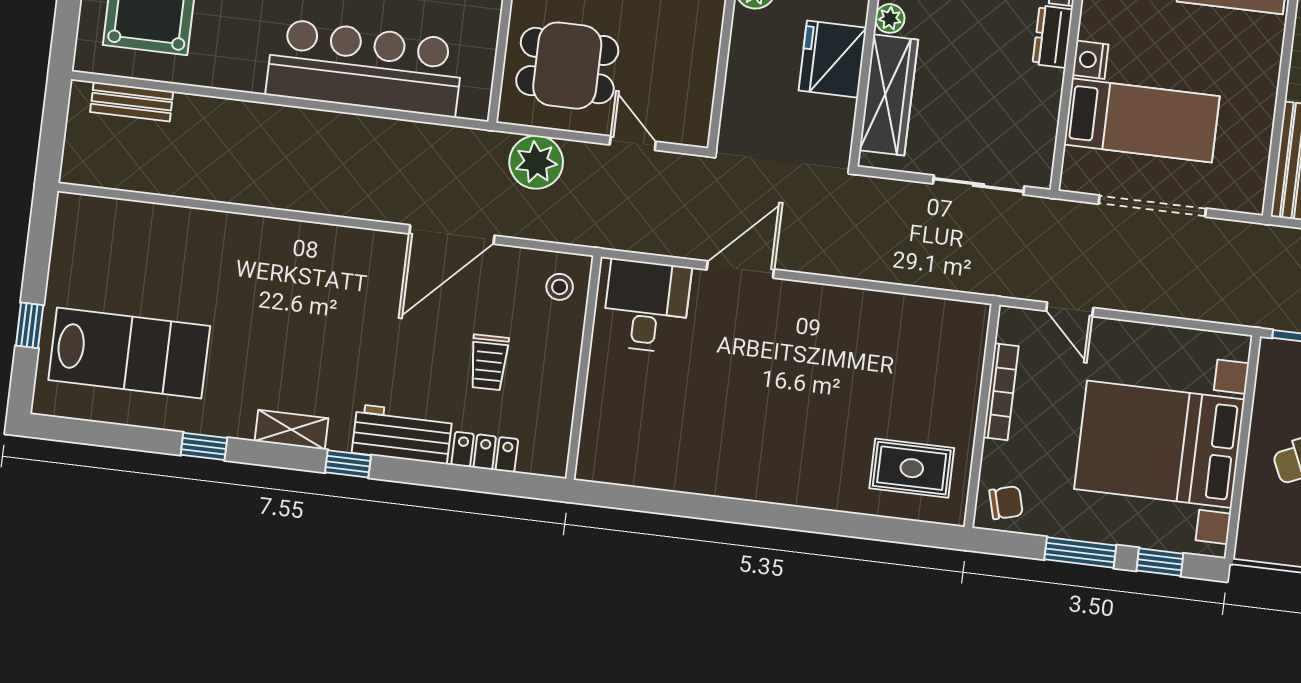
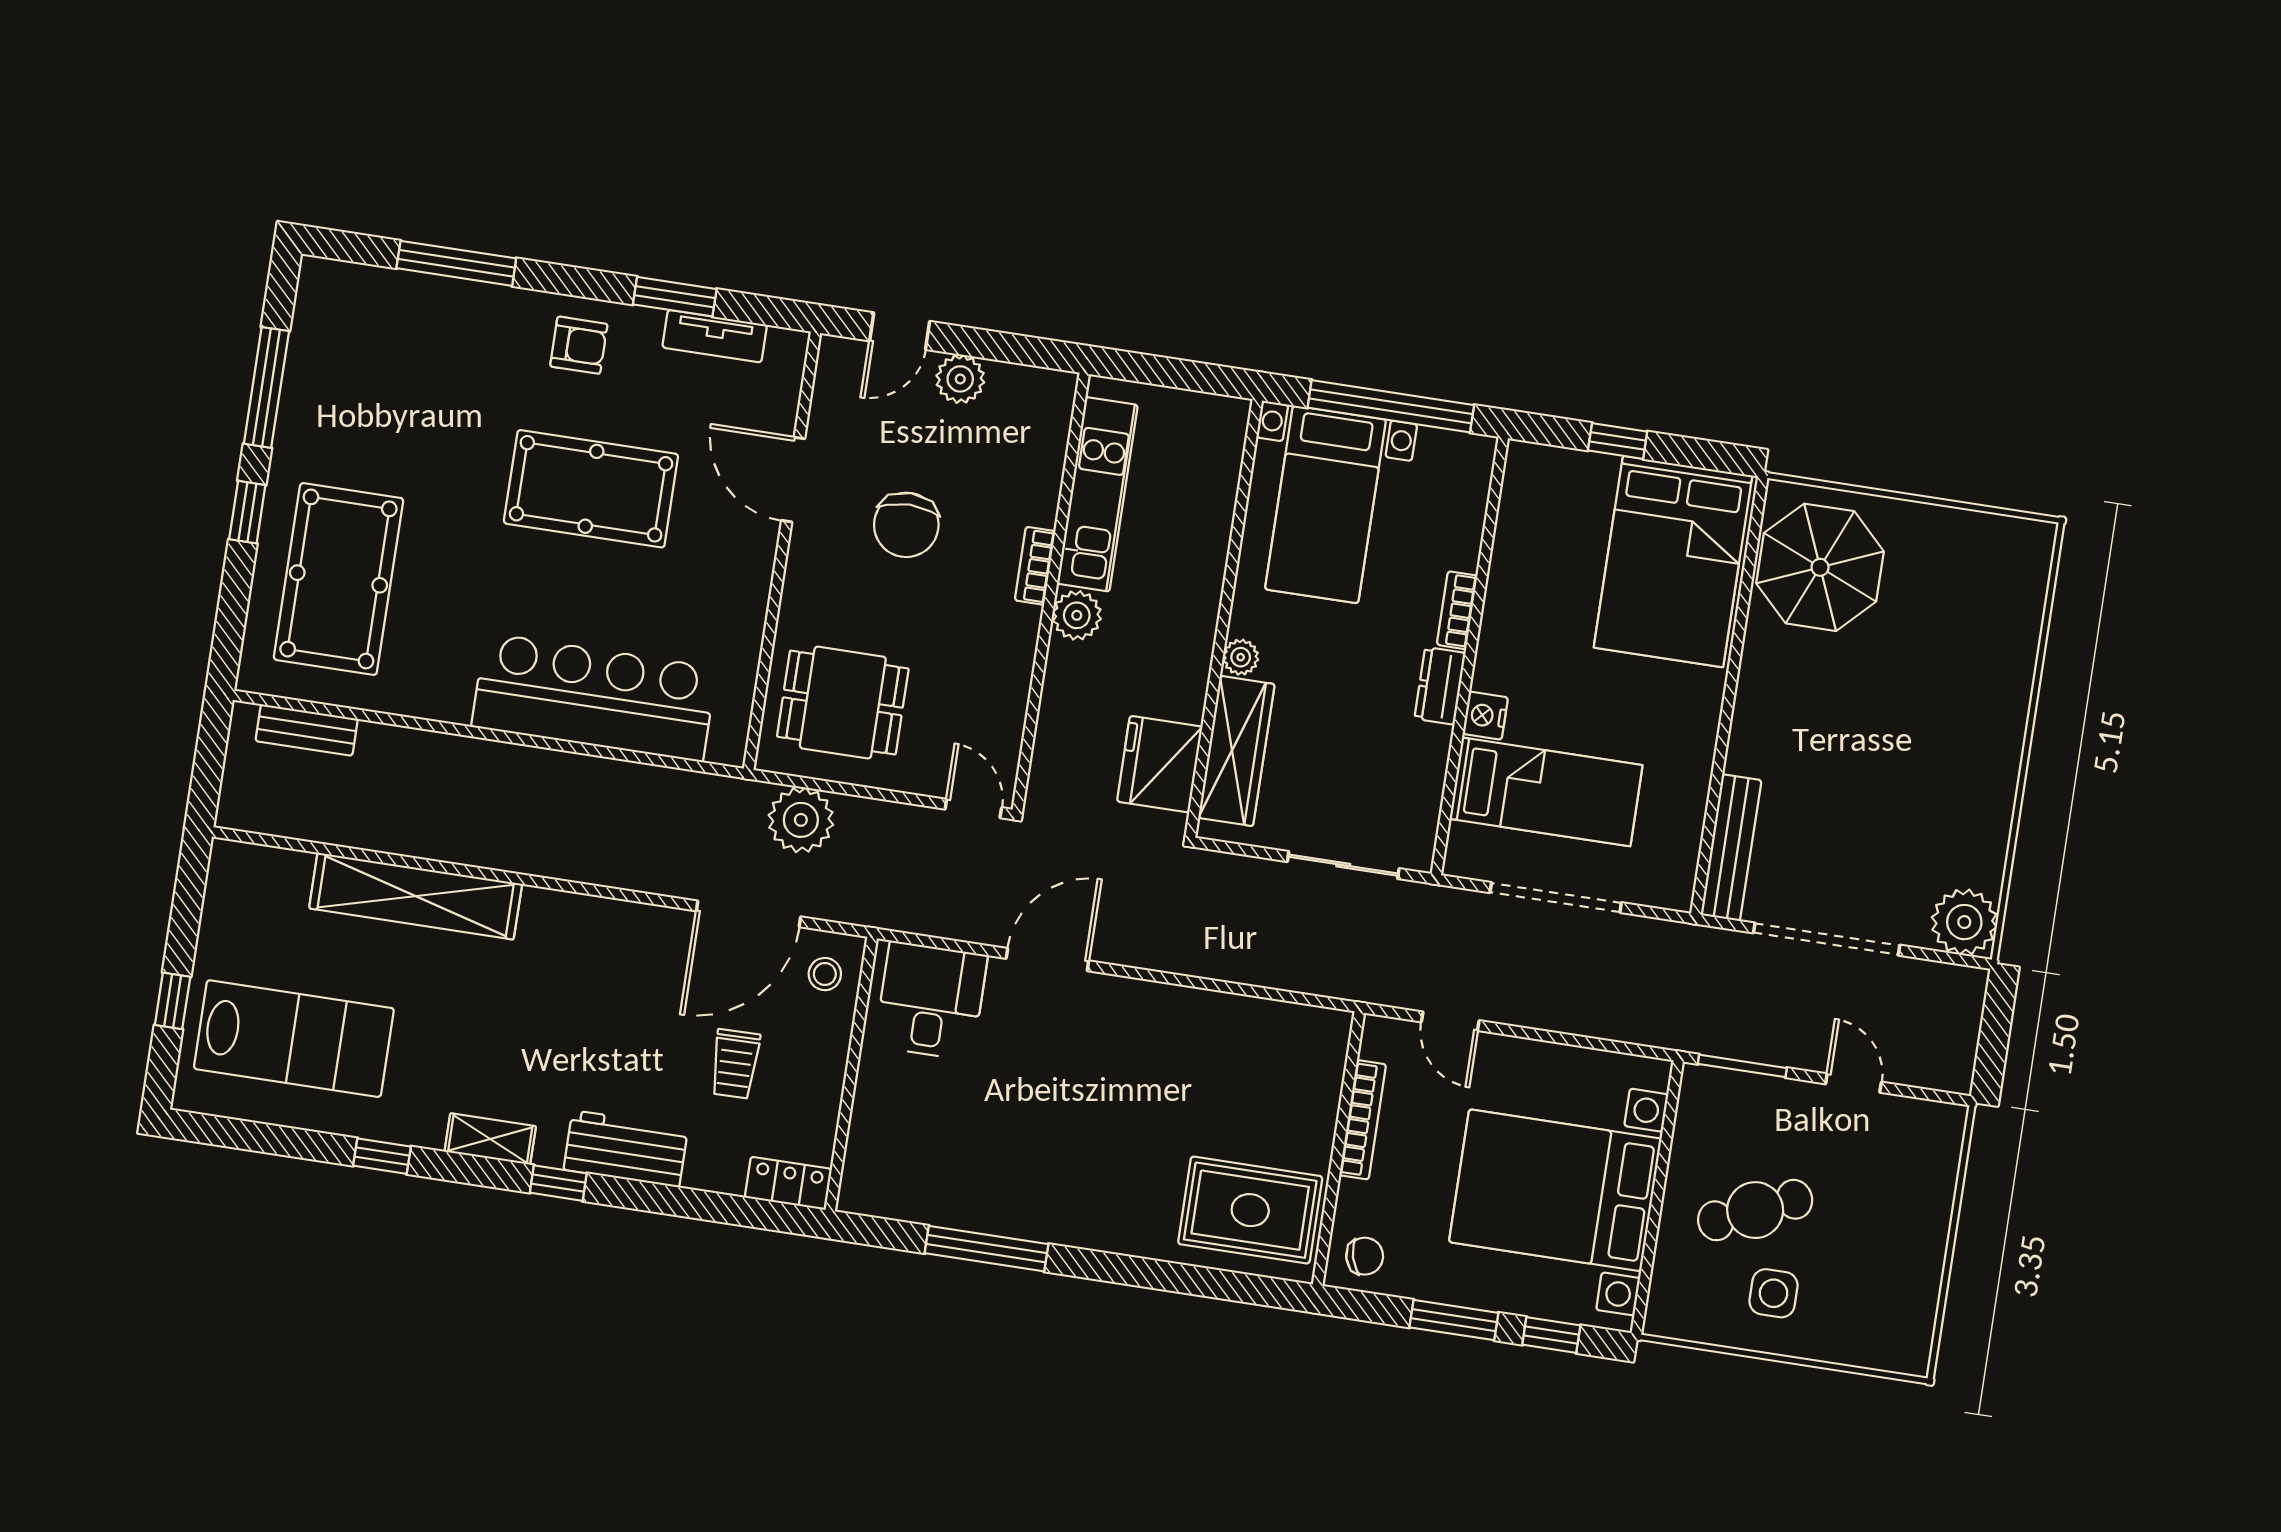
fridge: (833, 59) -> (1160, 764), moved
door: (633, 143) -> (973, 808), moved
shelving: (225, 234) -> (416, 896), added
door: (452, 235) -> (749, 914), moved
locker: (485, 452) -> (788, 1183), moved
rug: (912, 468) -> (1250, 1210), width x1.36, depth x1.43
window: (698, 506) -> (986, 1249), added

